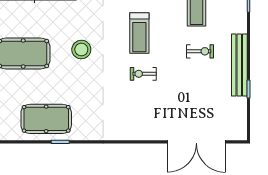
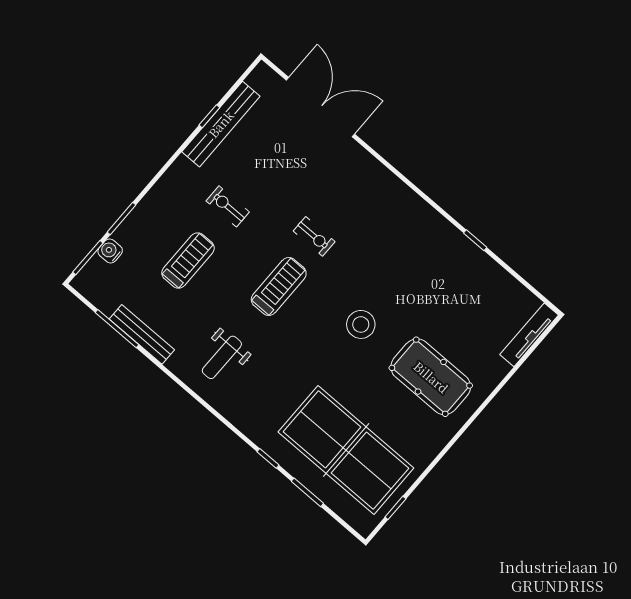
bench: (239, 65) -> (221, 124), moved
pool table: (46, 119) -> (469, 280), removed

